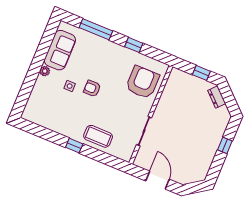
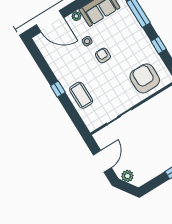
armchair: (142, 82) -> (145, 78), turned -90
door: (25, 92) -> (50, 21), added
plant: (188, 177) -> (127, 176), added

